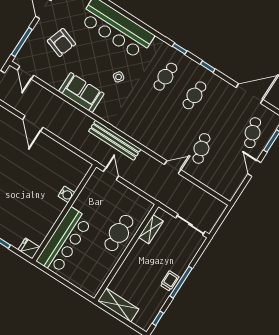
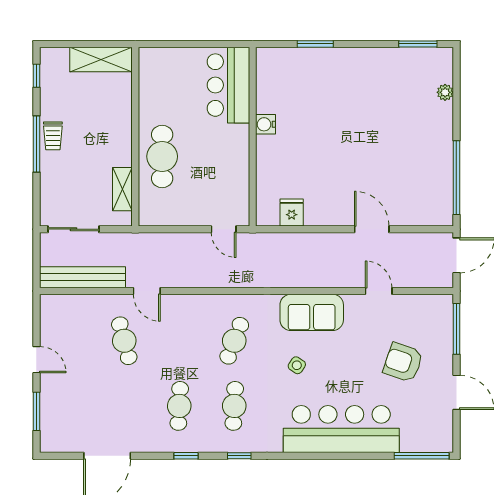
door: (25, 73) -> (379, 291), moved
sofa: (81, 93) -> (312, 312), moved
cafe table: (253, 133) -> (234, 341), moved, turned 39
bench: (115, 140) -> (82, 277), moved
door: (173, 167) -> (147, 291), hinge flipped
water cooler: (66, 194) -> (266, 124), moved
bar counter: (64, 241) -> (228, 85), width x0.73
fridge: (29, 248) -> (292, 212), moved, turned -90

